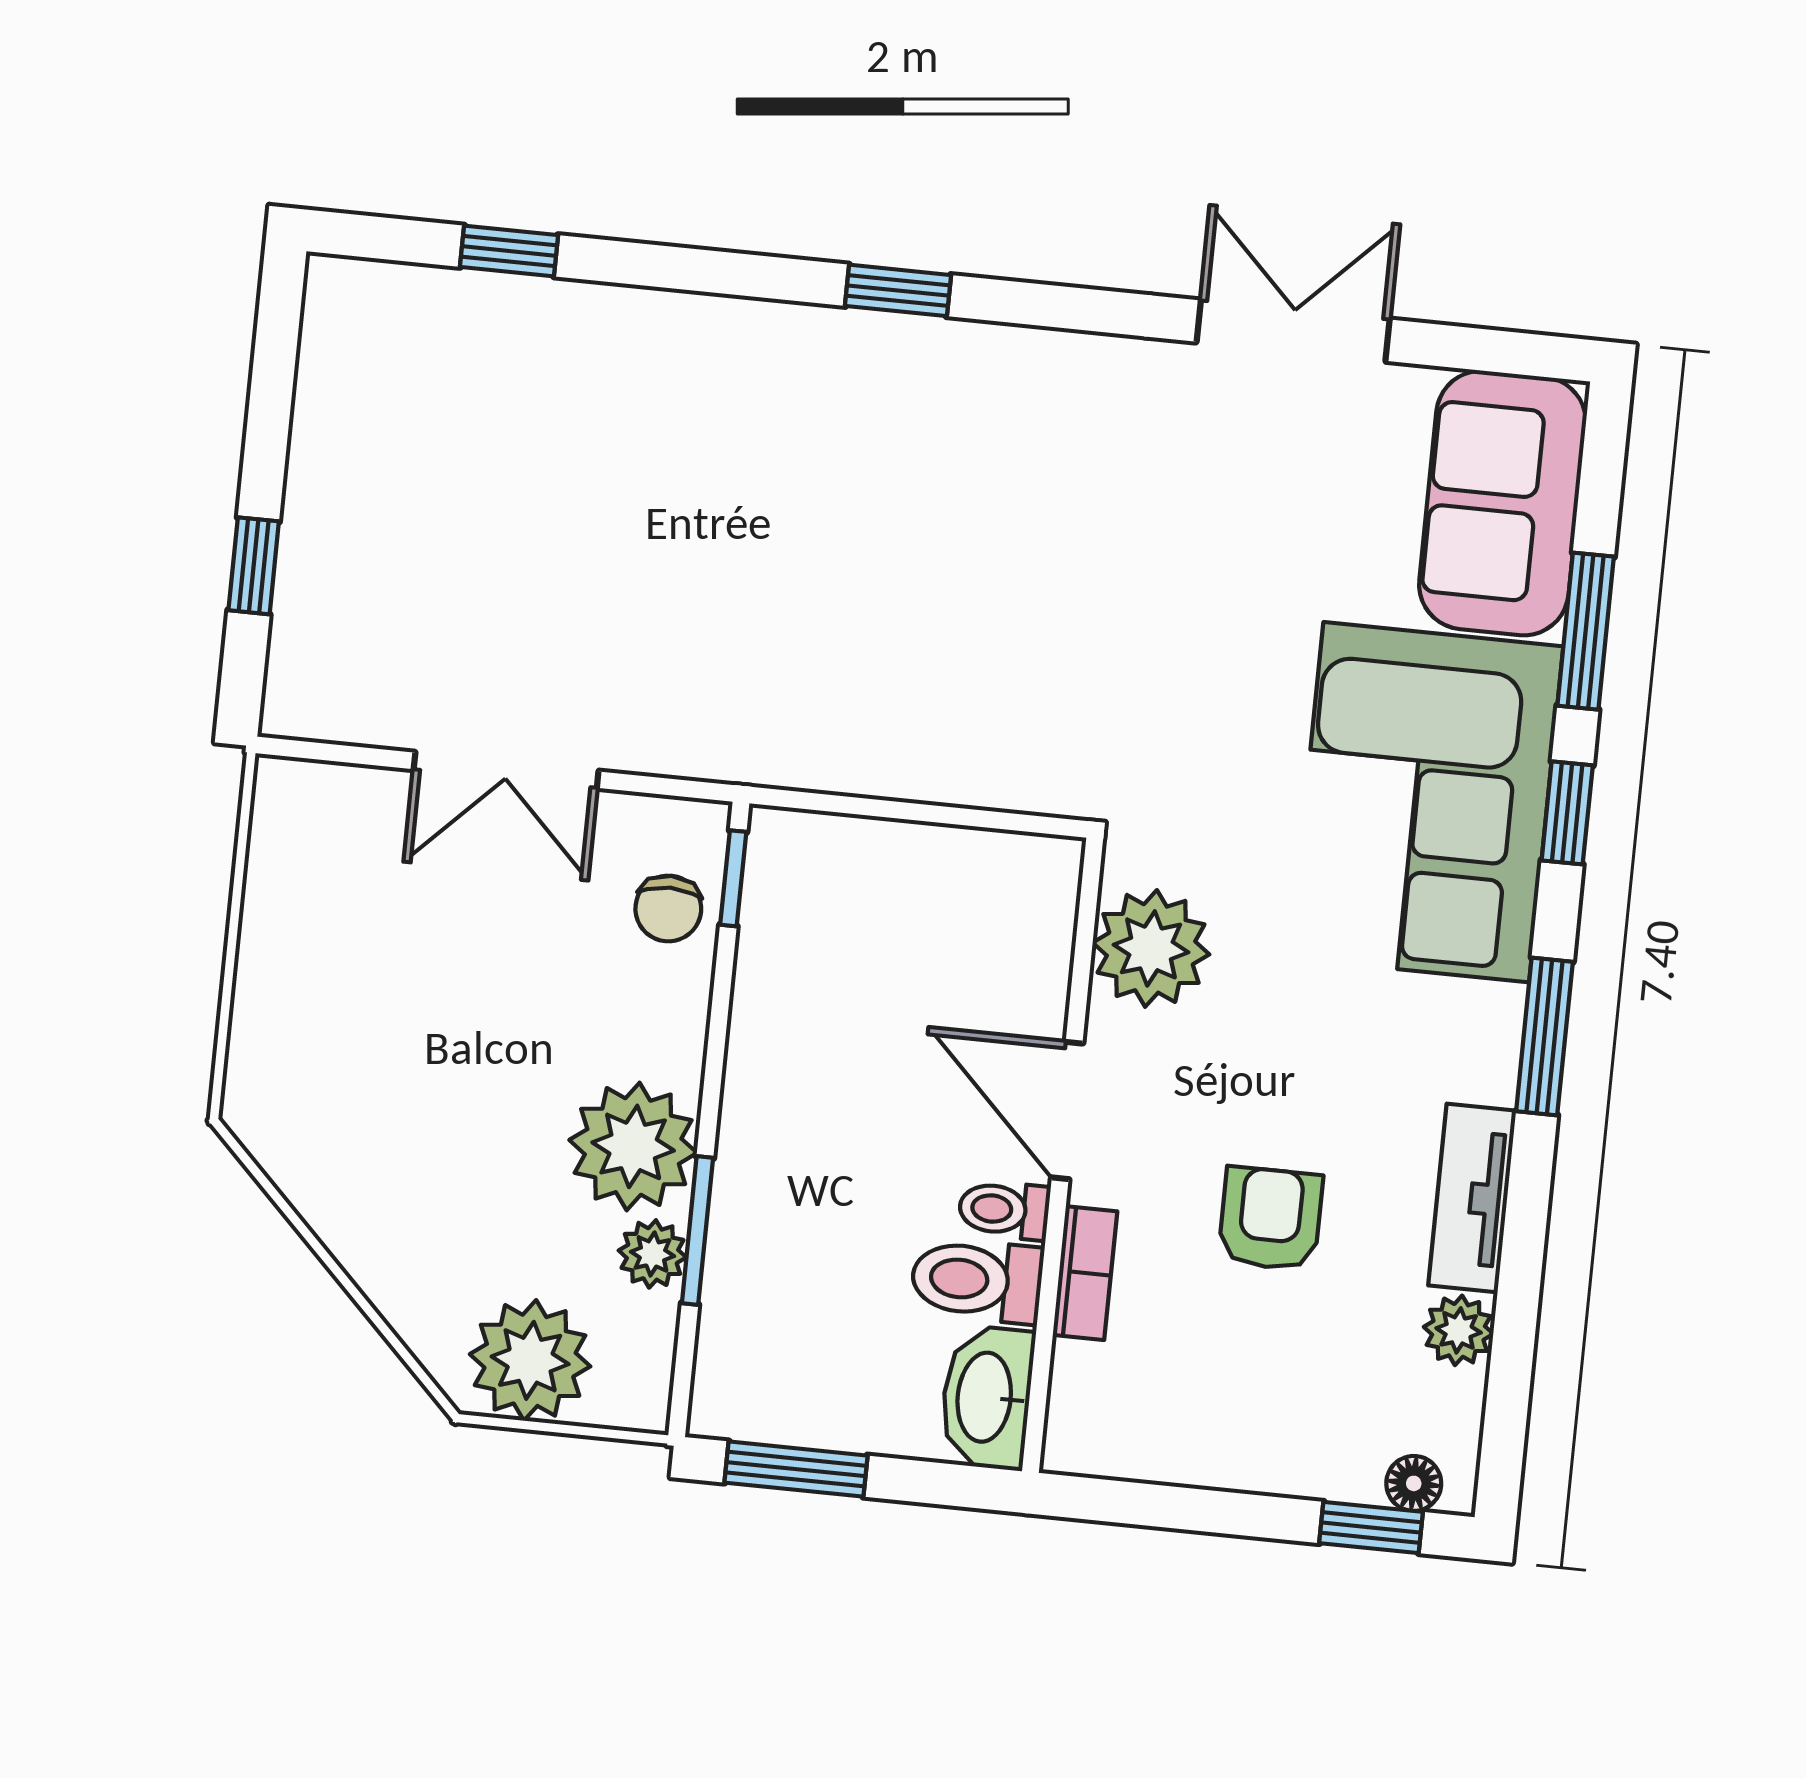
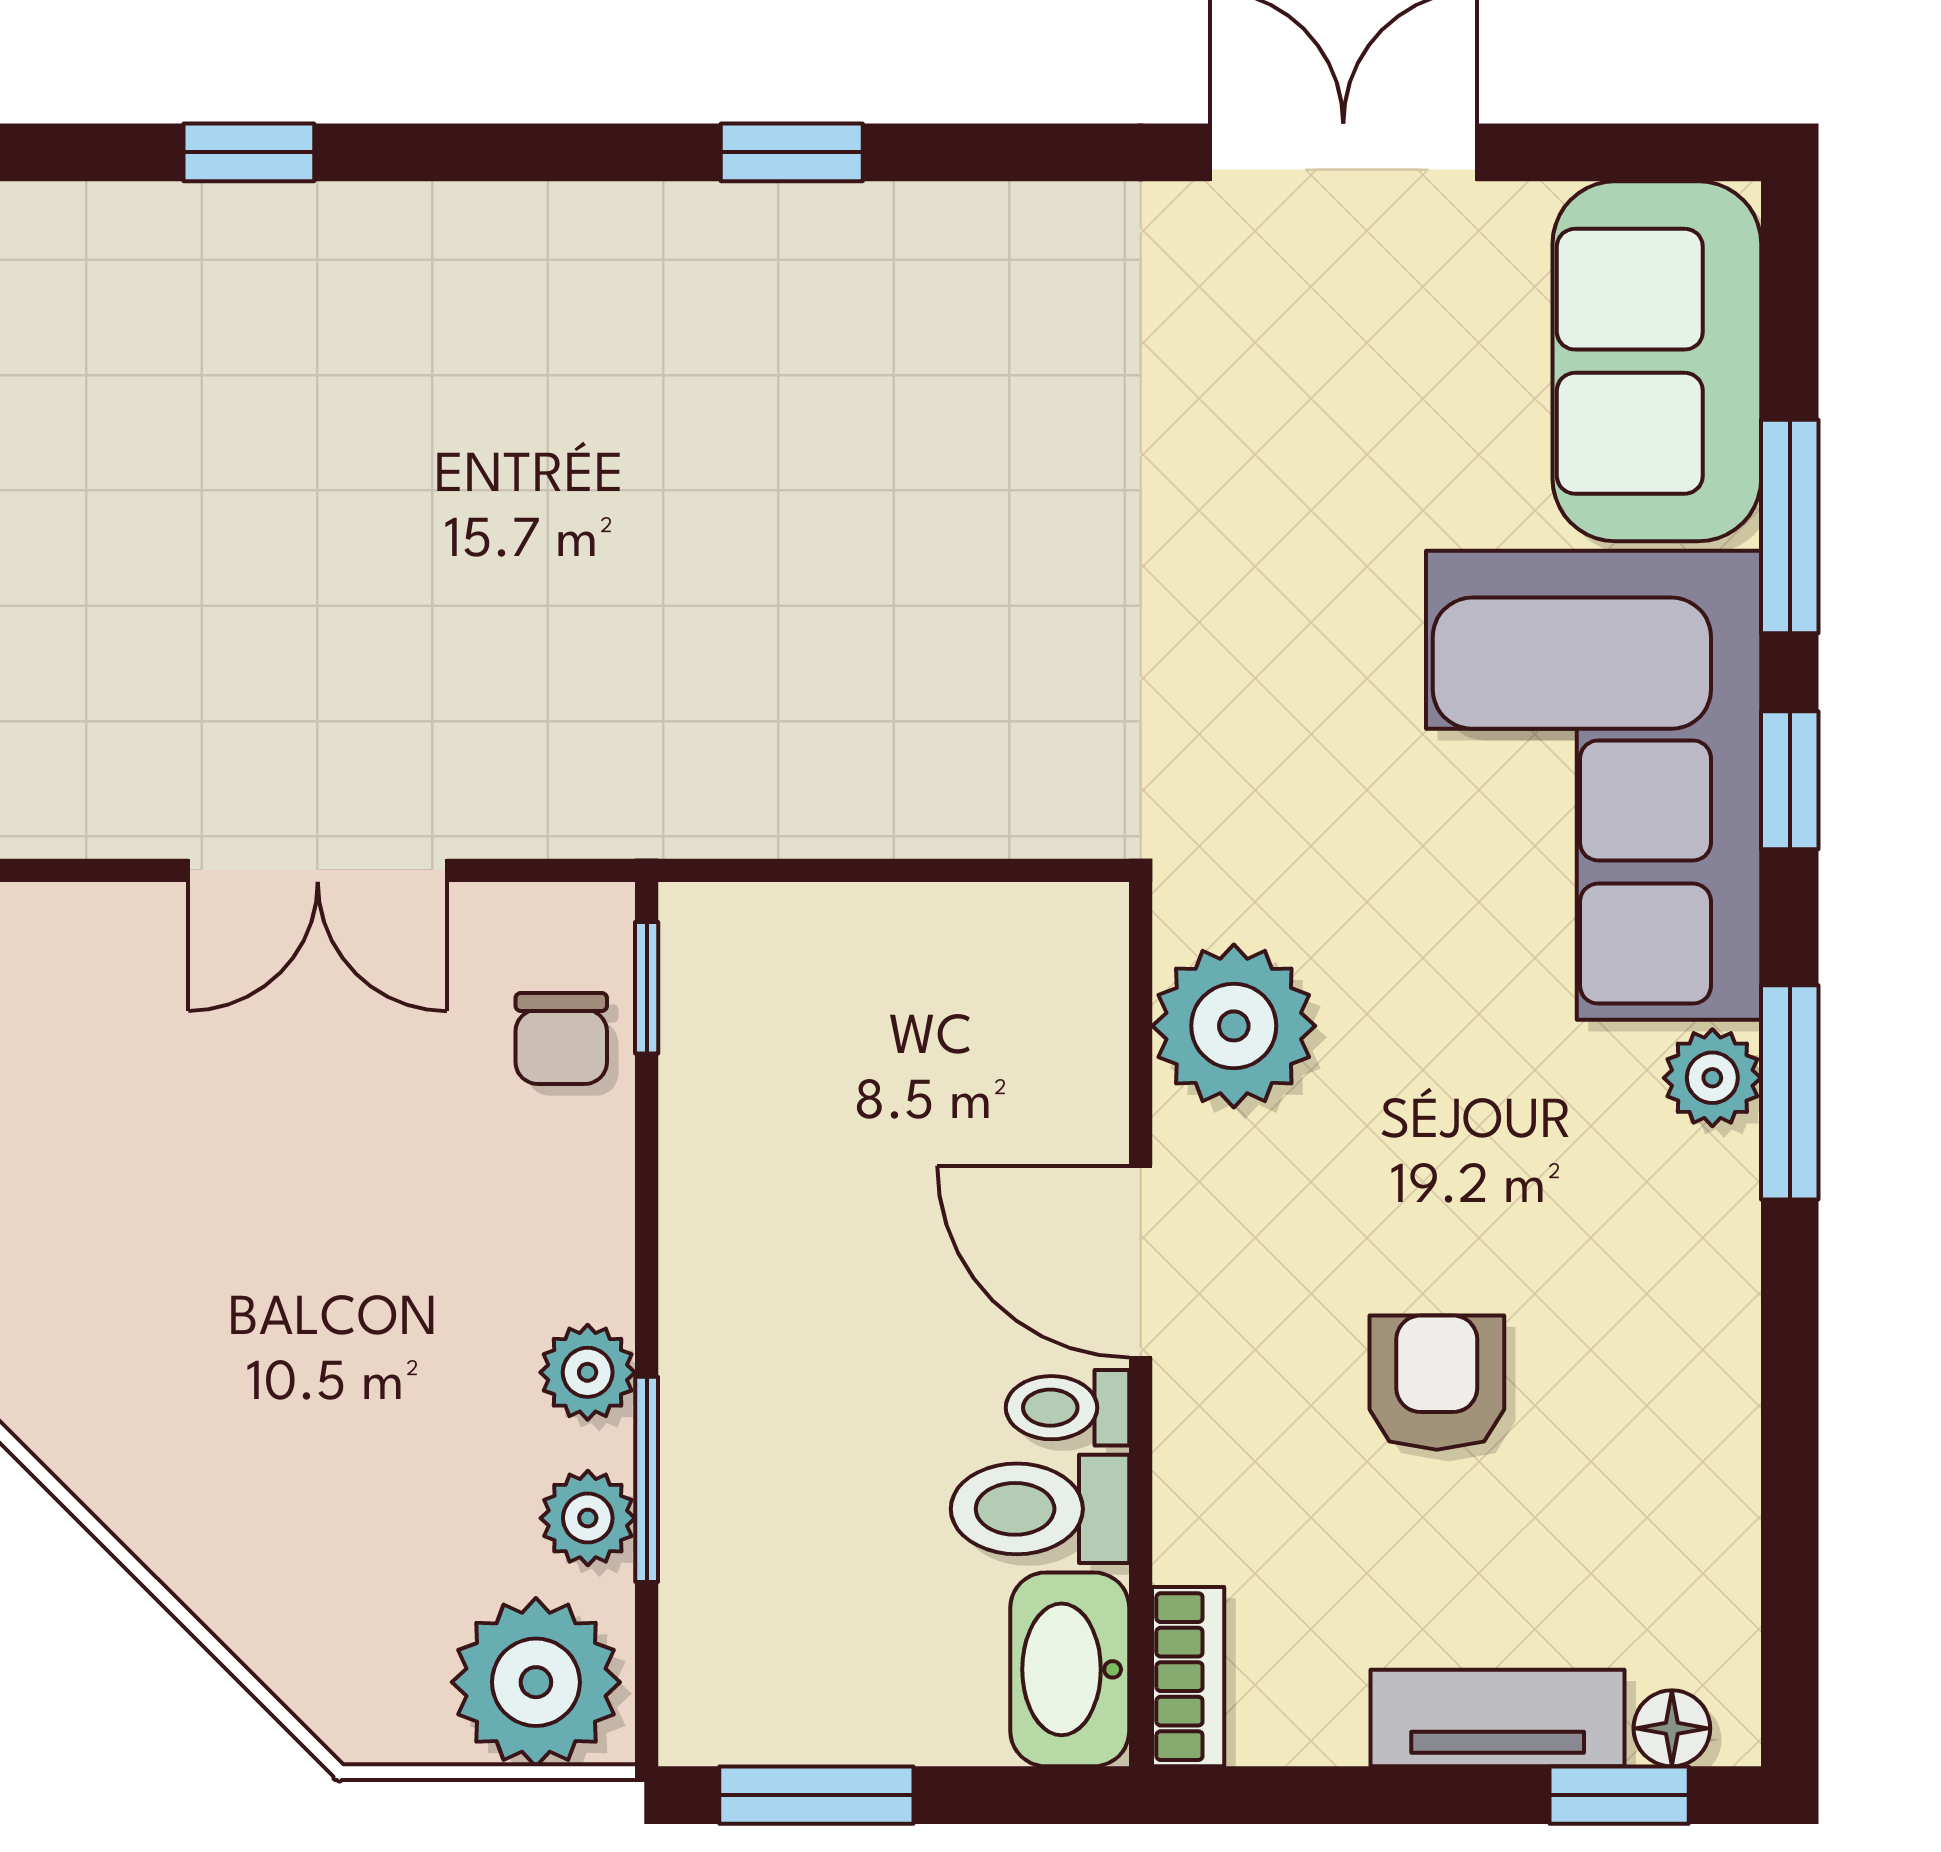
plant: (633, 1146) -> (588, 1372), width x0.53, depth x0.53
tv unit: (1472, 1198) -> (1498, 1718), moved, turned 90
bookcase: (1085, 1273) -> (1188, 1677), moved
plant: (1459, 1330) -> (1712, 1078), moved
plant: (530, 1360) -> (536, 1682), moved

